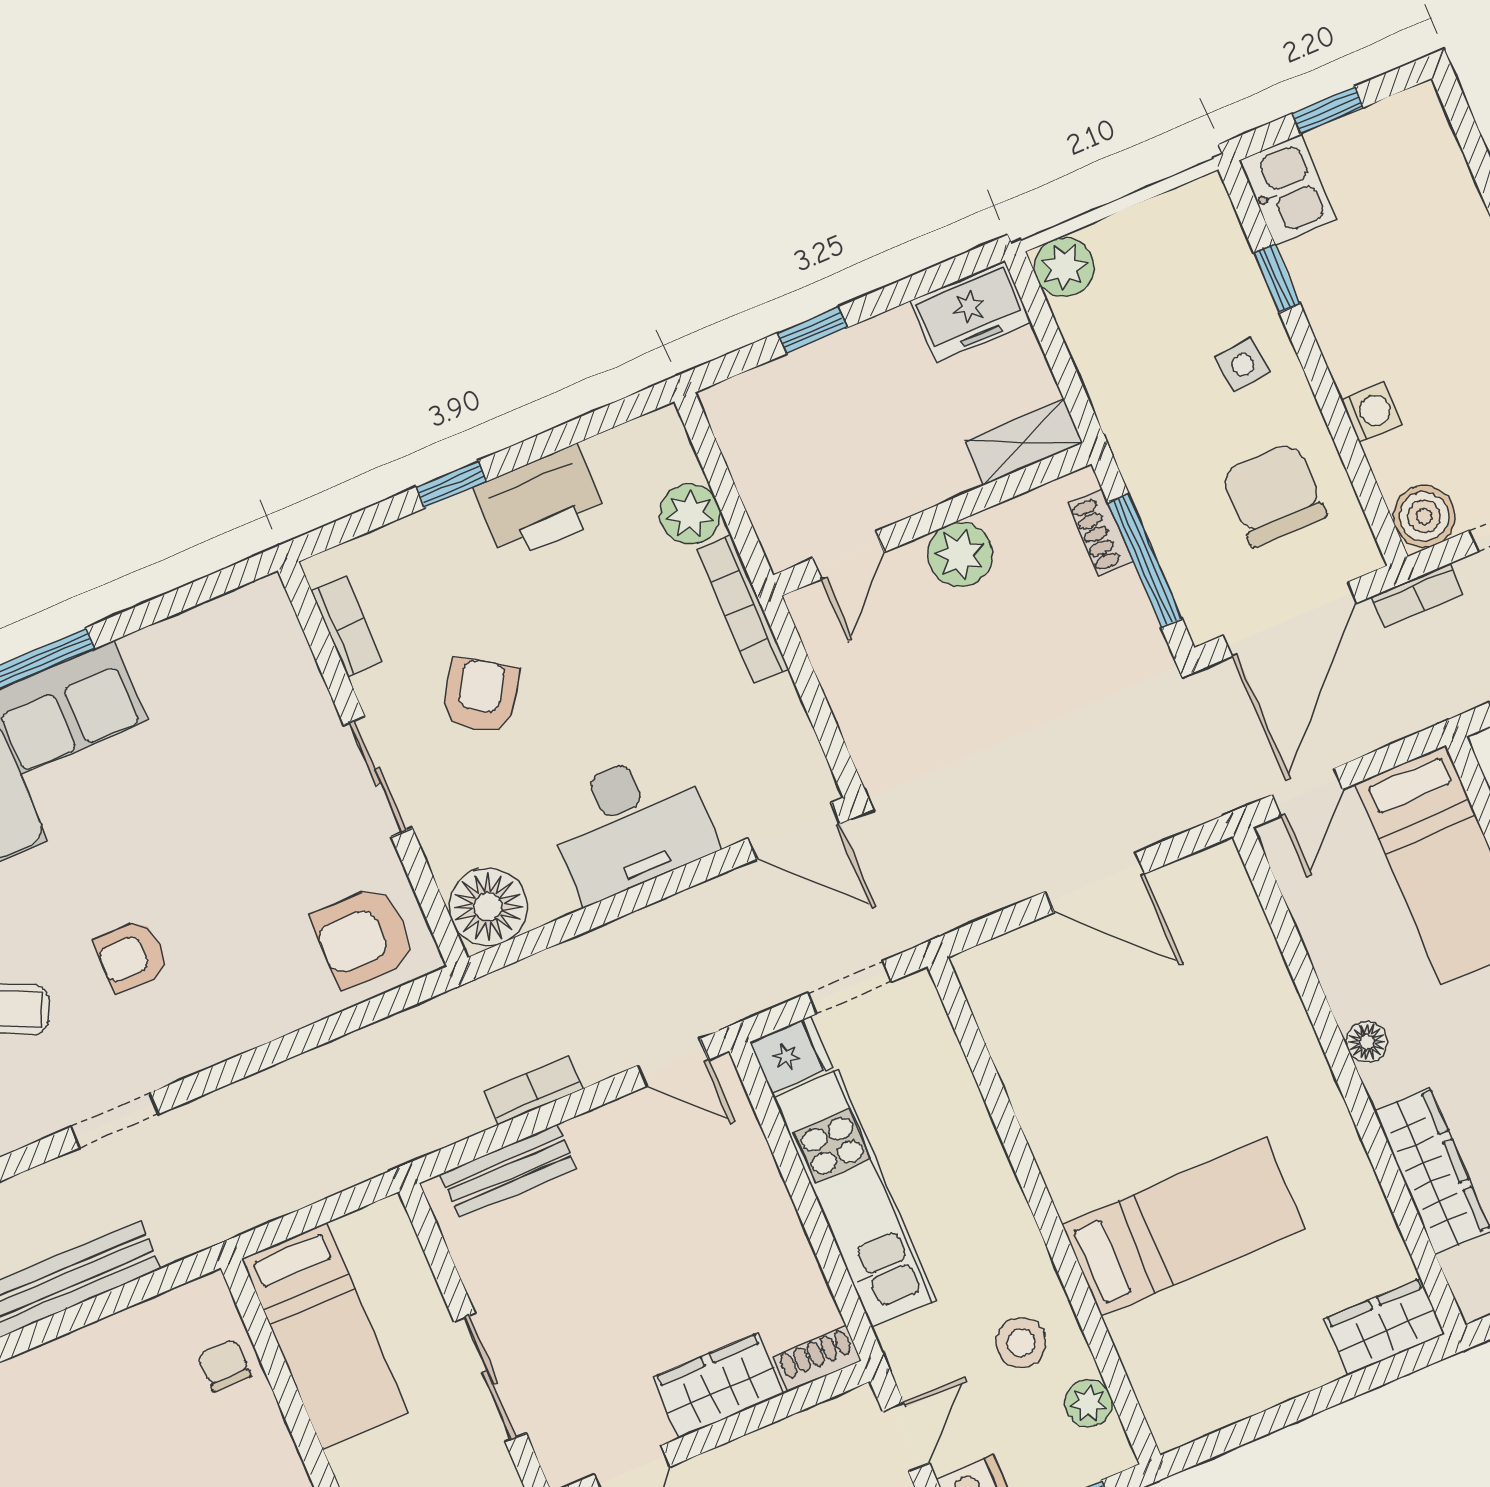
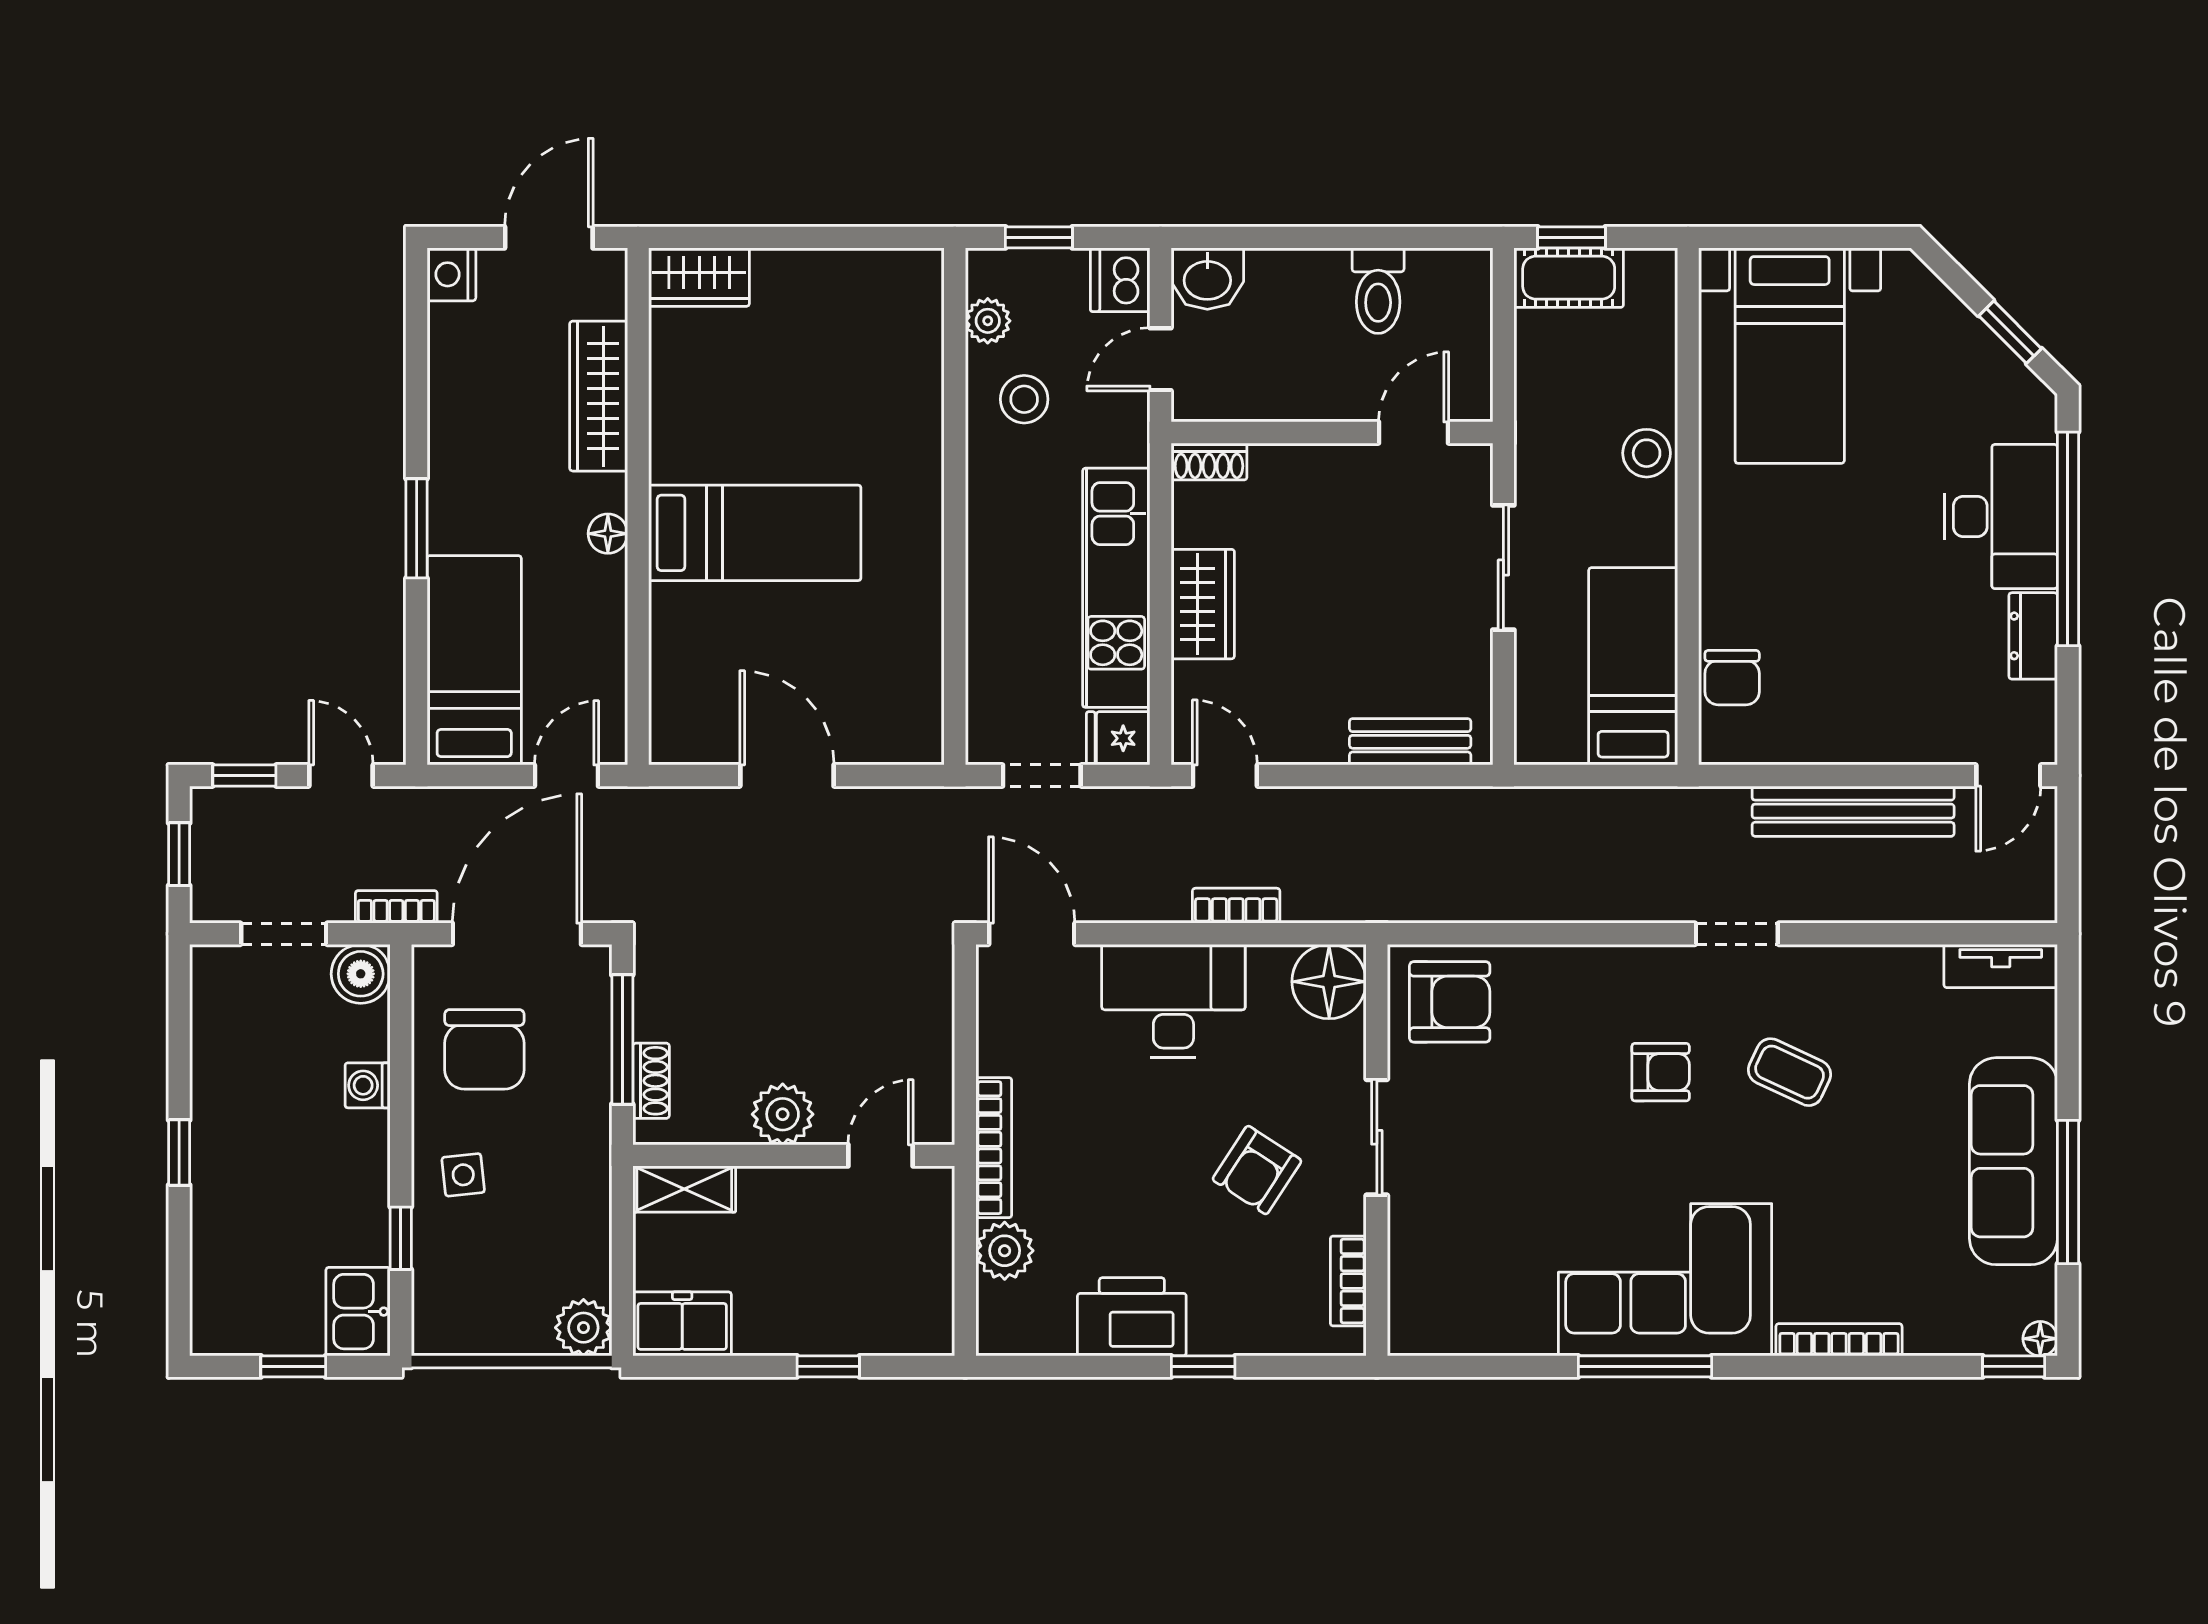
bookcase: (533, 1090) -> (1236, 906), moved, turned 180
bed: (1184, 1227) -> (755, 533), moved, turned 180
chair: (225, 1365) -> (1732, 678), width x1.37, depth x1.37
wardrobe: (719, 1386) -> (1203, 604), moved, turned -90

